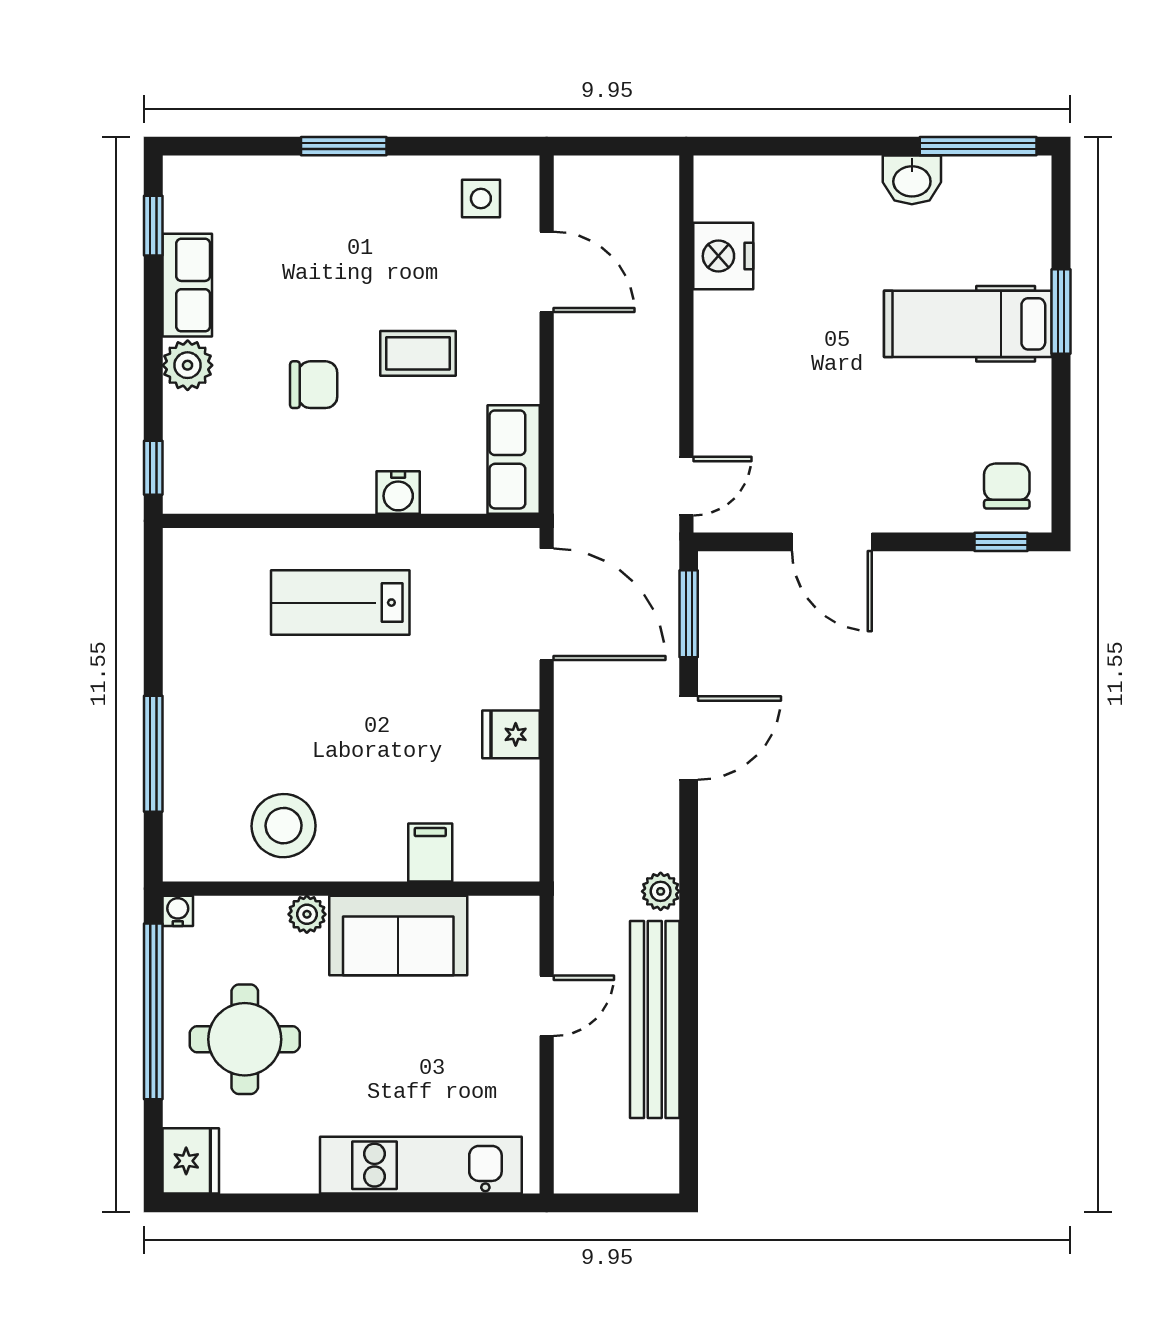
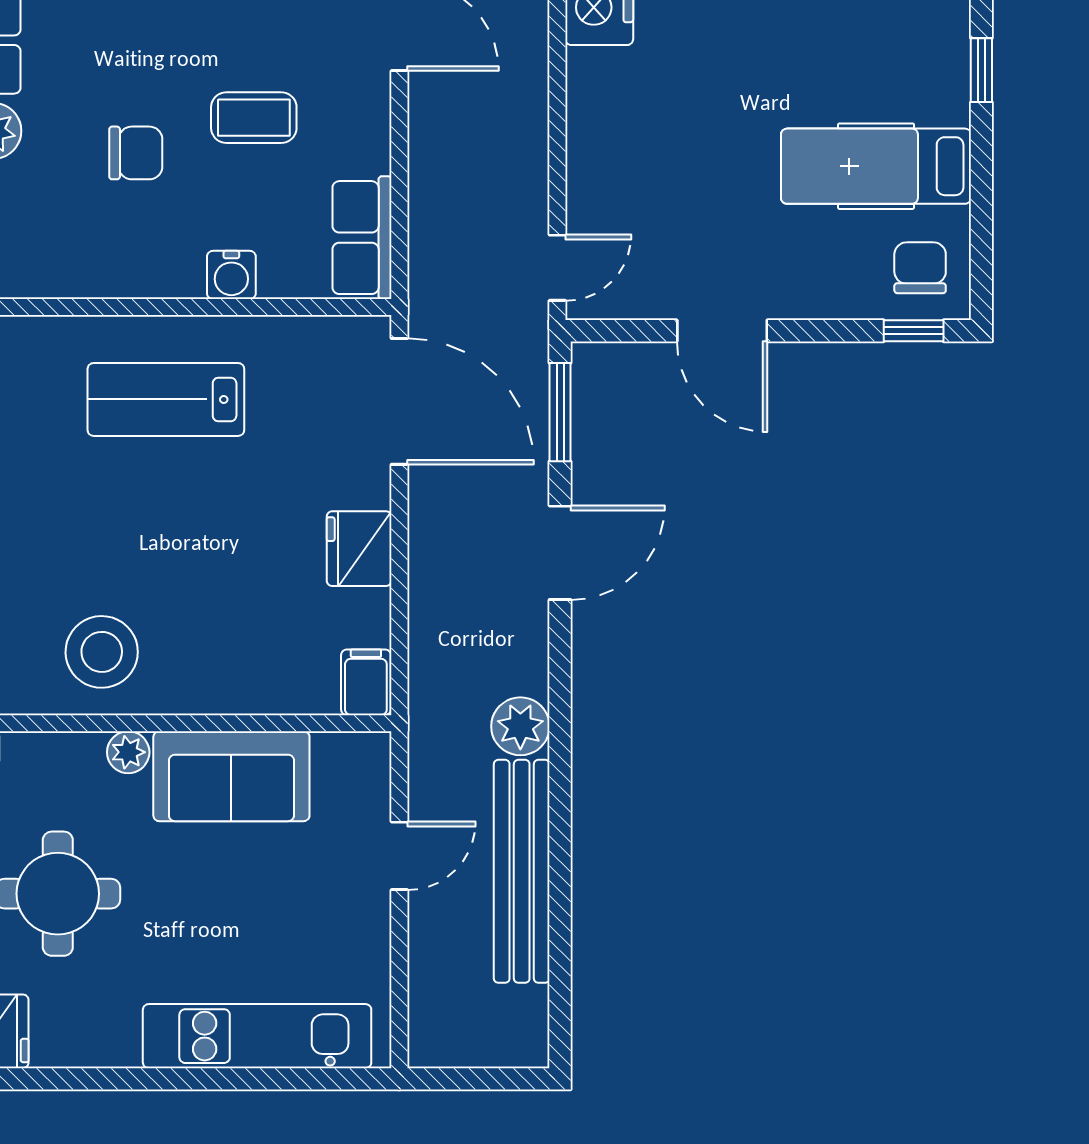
window: (1061, 311) -> (981, 70), width x0.67
hospital bed: (968, 324) -> (876, 166), moved
fridge: (511, 734) -> (359, 549), width x1.38
filing cabinet: (430, 852) -> (366, 682), moved
plant: (661, 891) -> (520, 726), width x1.38, depth x1.38

